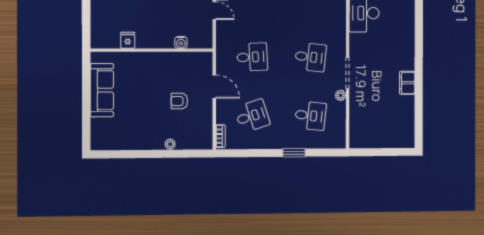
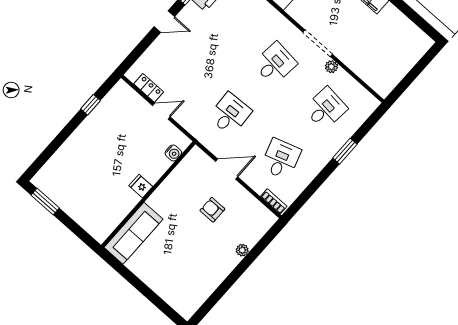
fridge: (128, 40) -> (141, 186), moved
water cooler: (181, 42) -> (173, 153), moved
sofa: (102, 90) -> (133, 233), moved, turned 90
armchair: (179, 101) -> (212, 210), turned 90

